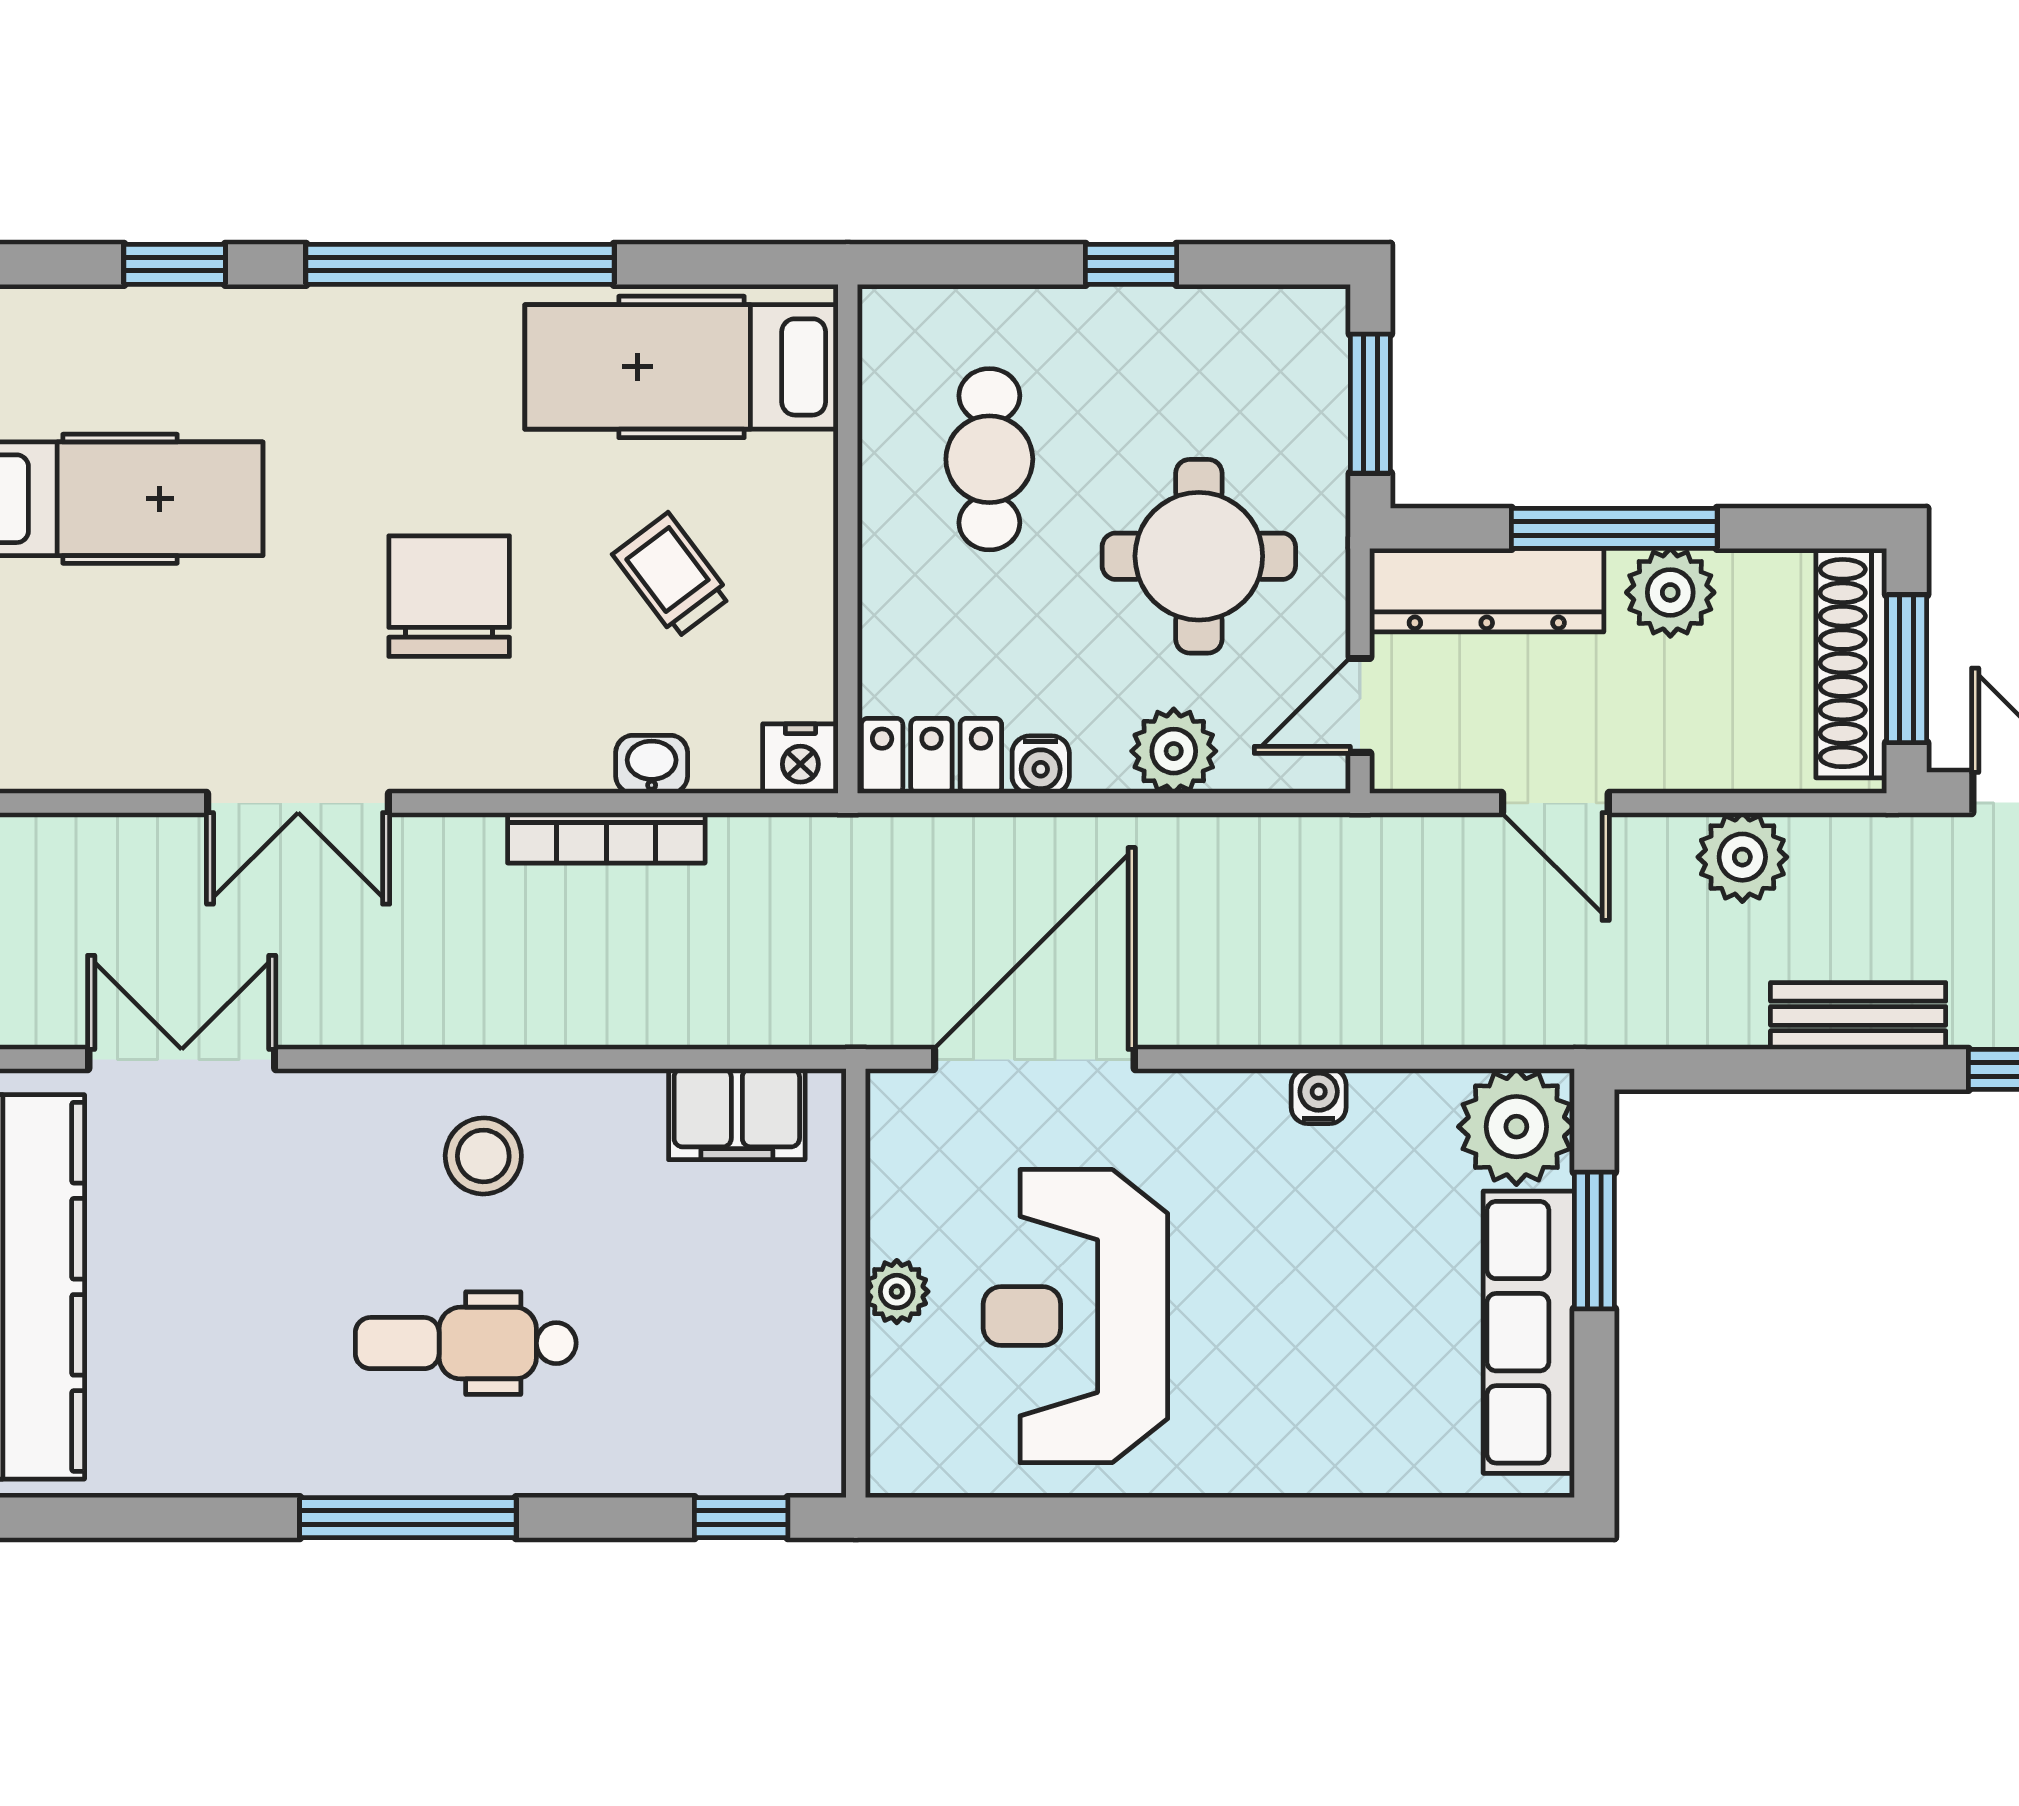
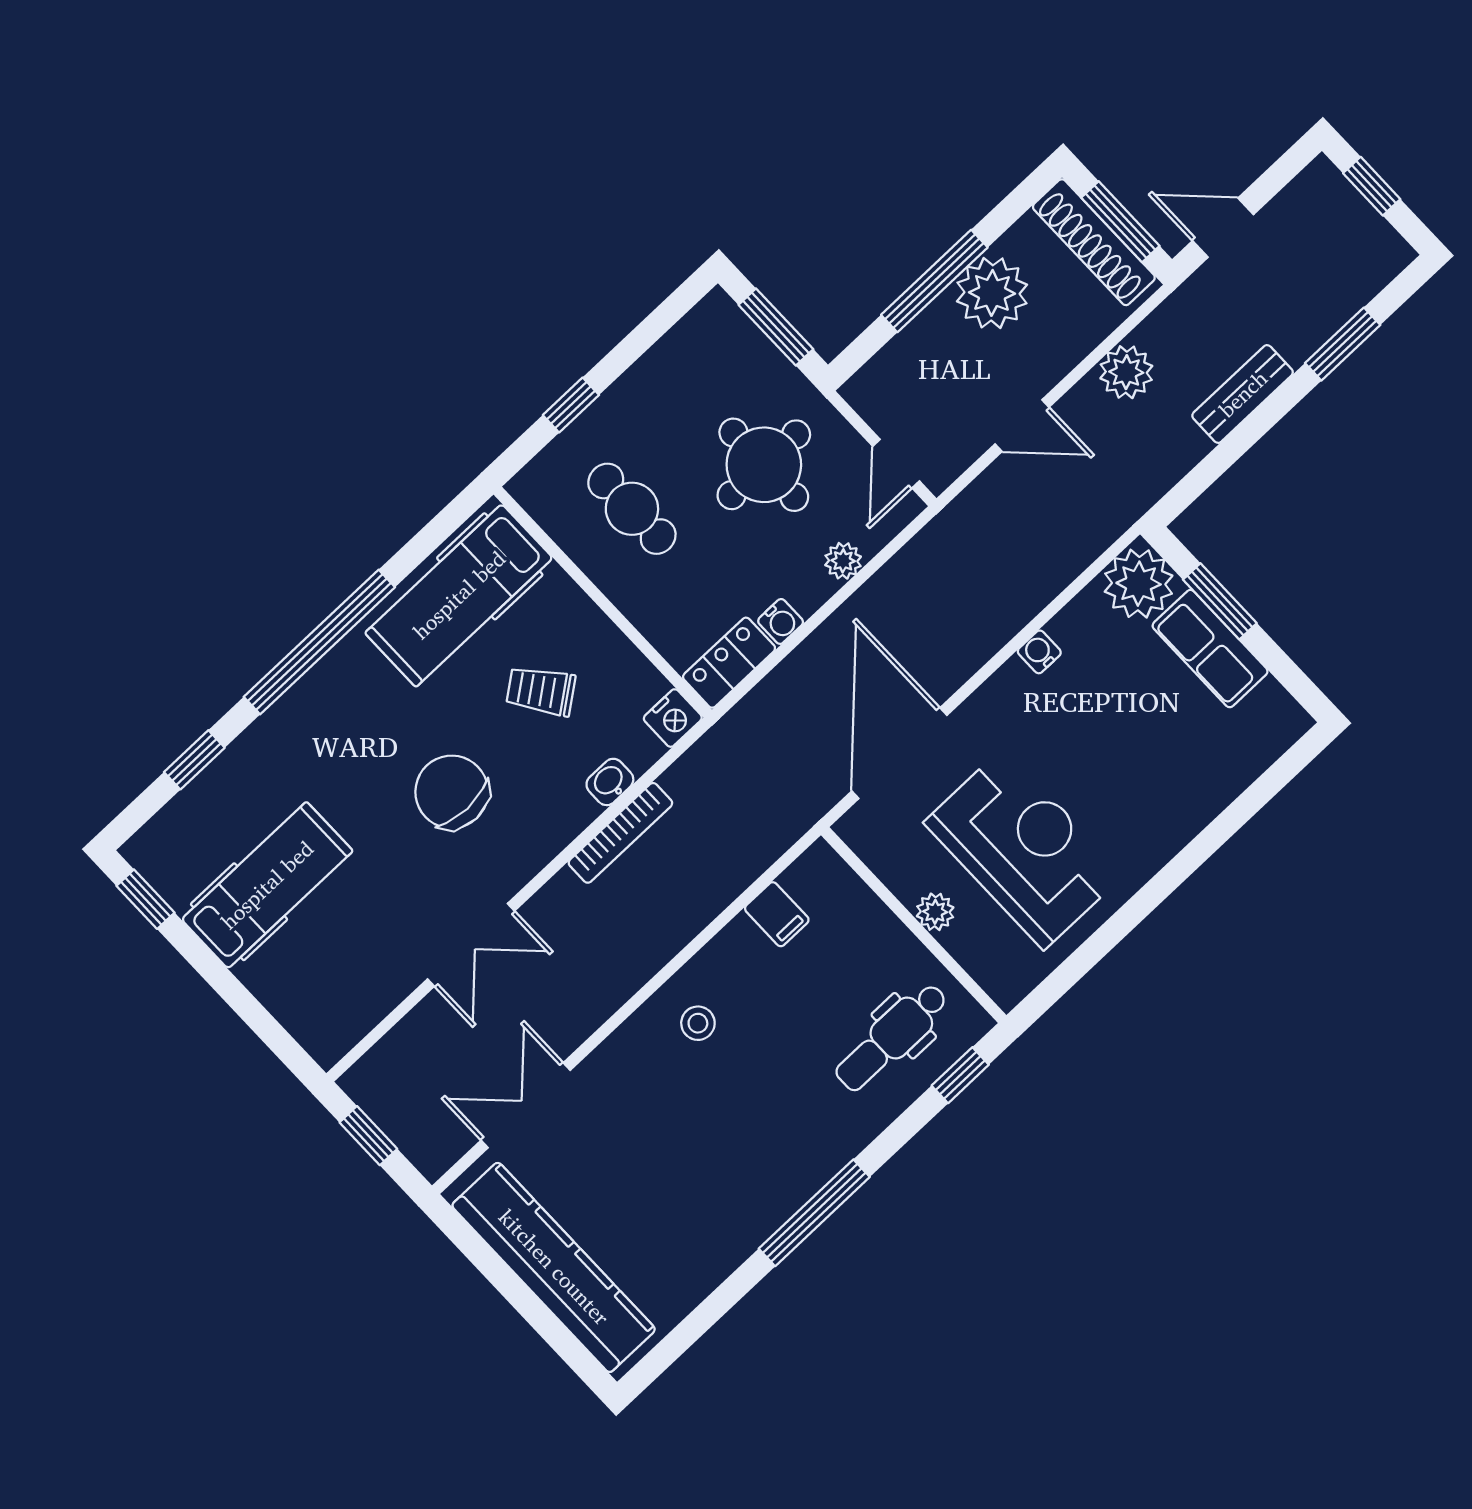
window: (1131, 264) -> (571, 405), moved
dresser: (1487, 590) -> (904, 361), removed
plant: (1670, 592) -> (992, 293), width x1.36, depth x1.36
plant: (1174, 751) -> (843, 561), width x0.73, depth x0.73
filing cabinet: (737, 1114) -> (777, 914), width x0.50
stool: (483, 1156) -> (698, 1023), width x0.73, depth x0.73
reception desk: (1075, 1316) -> (1024, 849), turned 180
row of seats: (1529, 1332) -> (1210, 649), width x0.68
dental chair: (466, 1343) -> (892, 1037), moved

